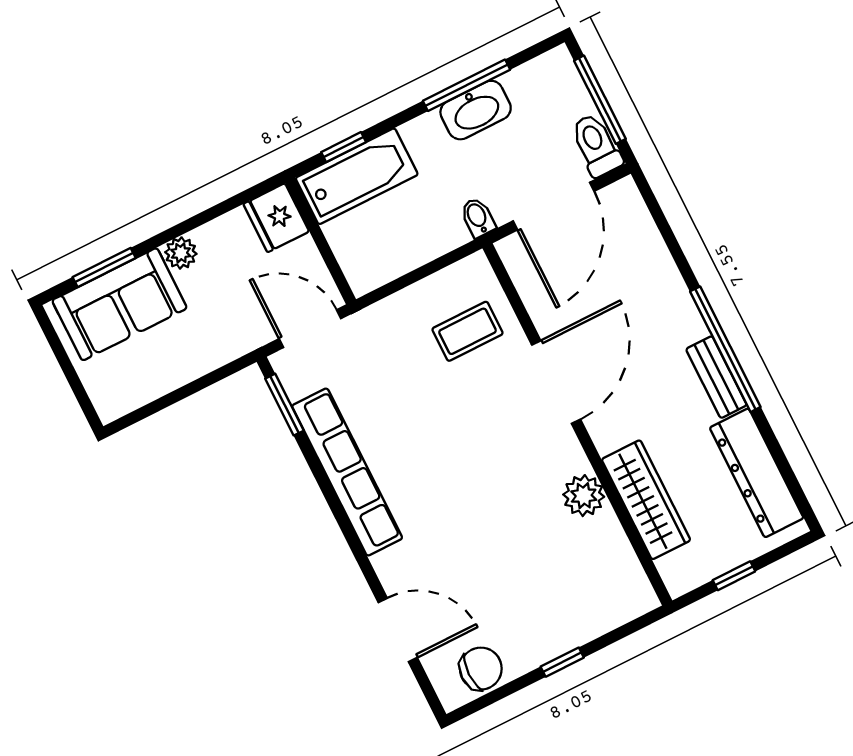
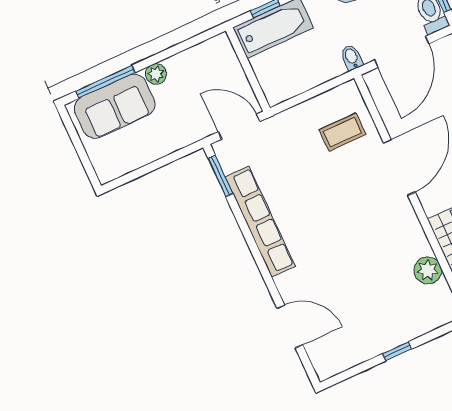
fridge: (276, 218) -> (219, 53), removed
window: (104, 268) -> (105, 82), width x1.44
plant: (584, 496) -> (428, 270), moved
chair: (481, 669) -> (343, 354), removed

